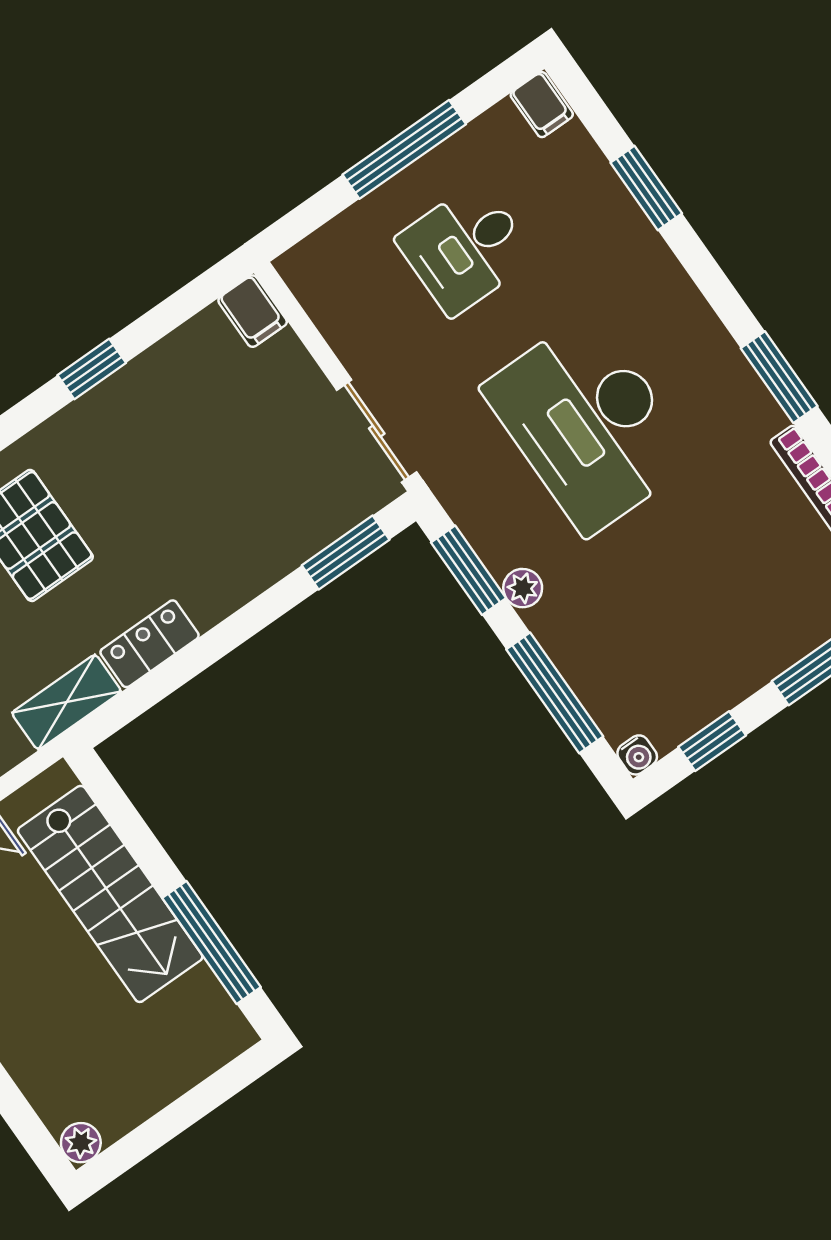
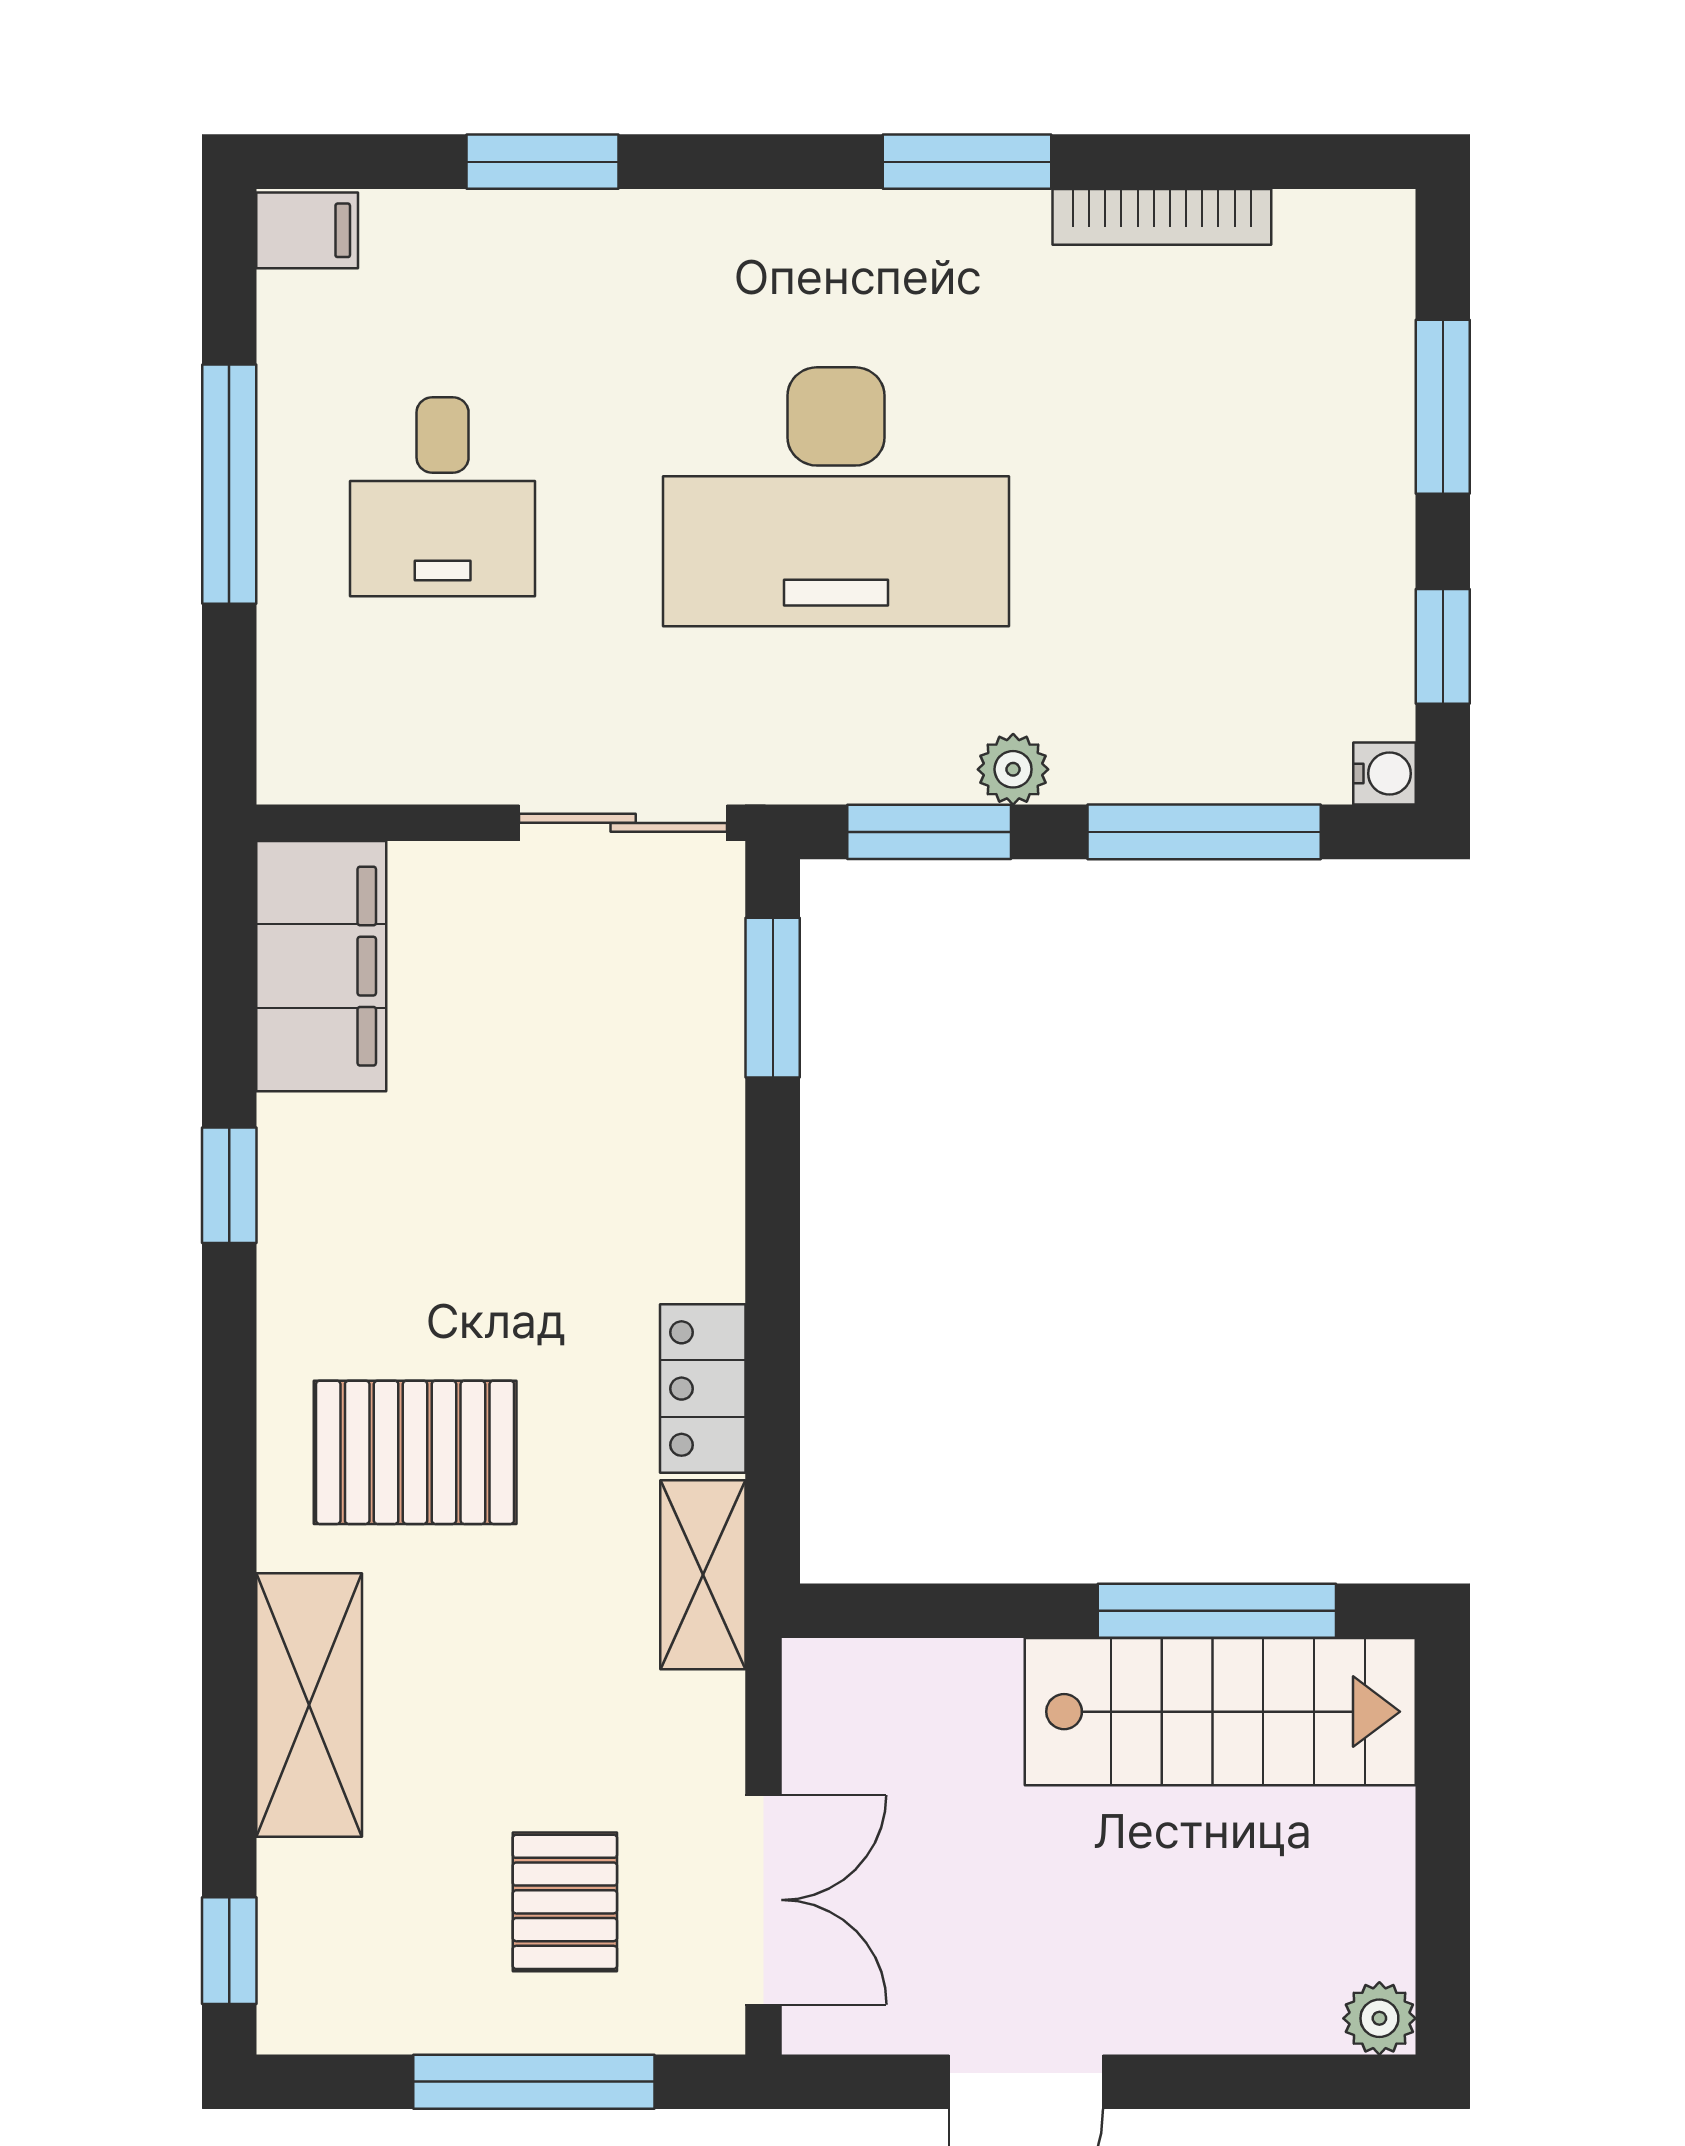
filing cabinet: (253, 311) -> (321, 966), width x3.00, depth x1.17
stairs: (110, 894) -> (1220, 1712), moved

